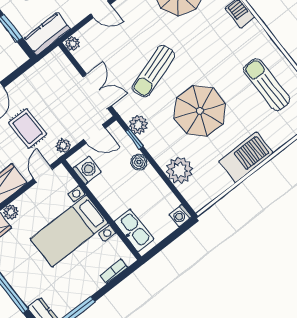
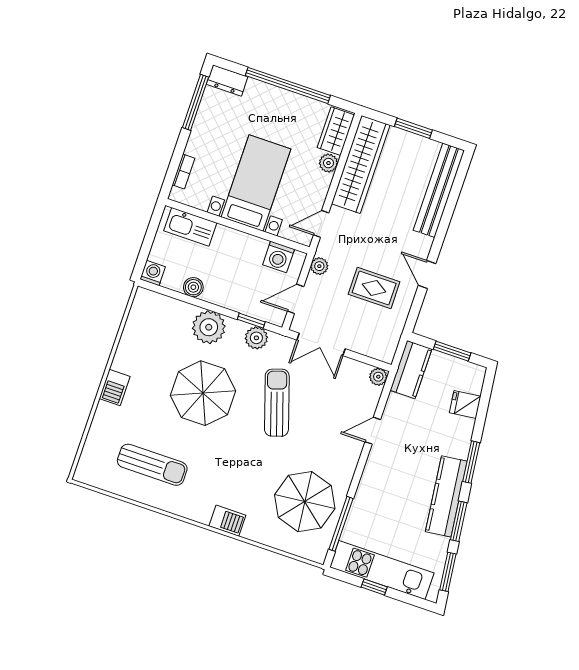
rug: (28, 128) -> (374, 288), moved
barbecue: (246, 157) -> (115, 388), width x0.53, depth x0.65
boiler: (139, 162) -> (193, 287), moved
plant: (179, 170) -> (209, 327), moved
door: (43, 174) -> (321, 224), swing flipped

